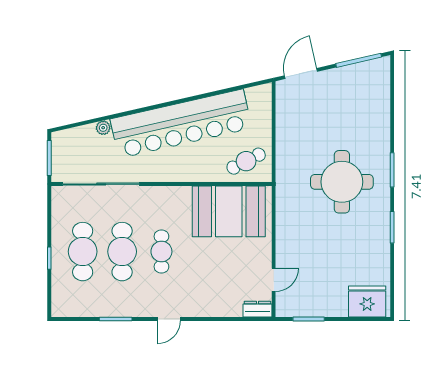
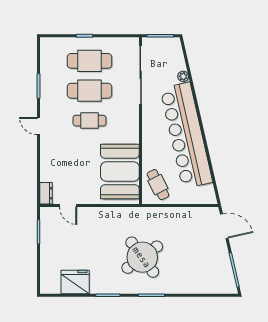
round table: (342, 182) -> (142, 257), turned -36
fridge: (367, 301) -> (75, 282), moved, turned -90

